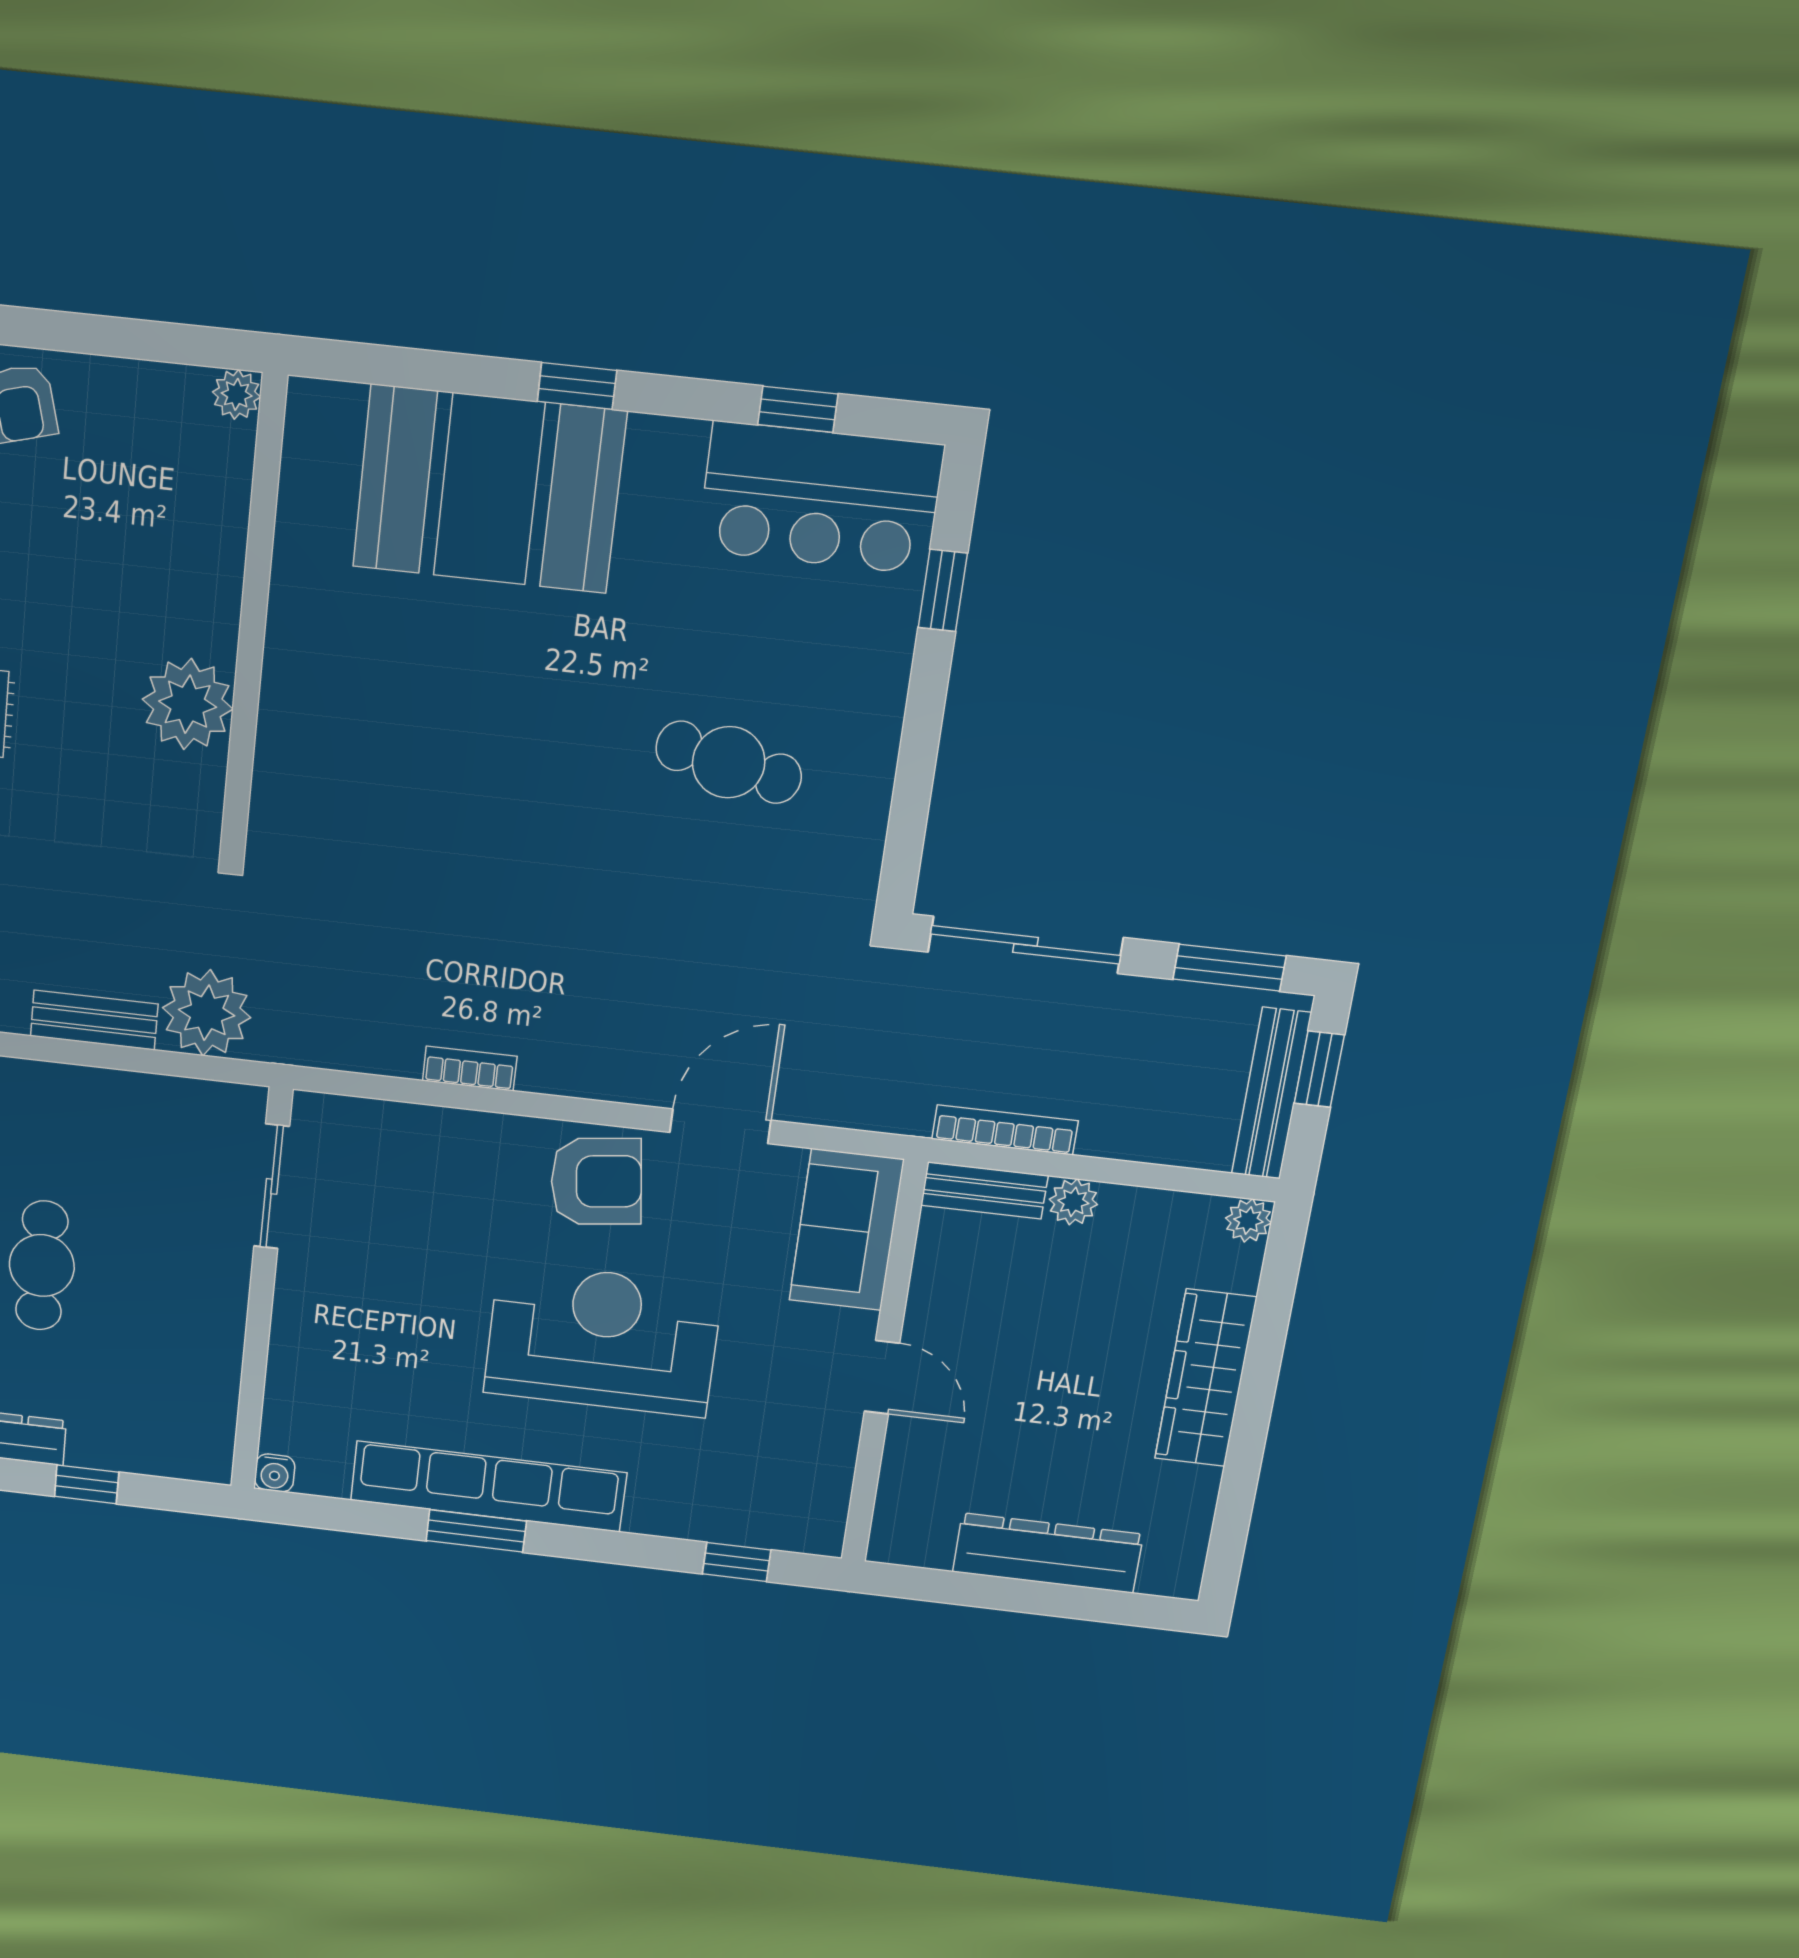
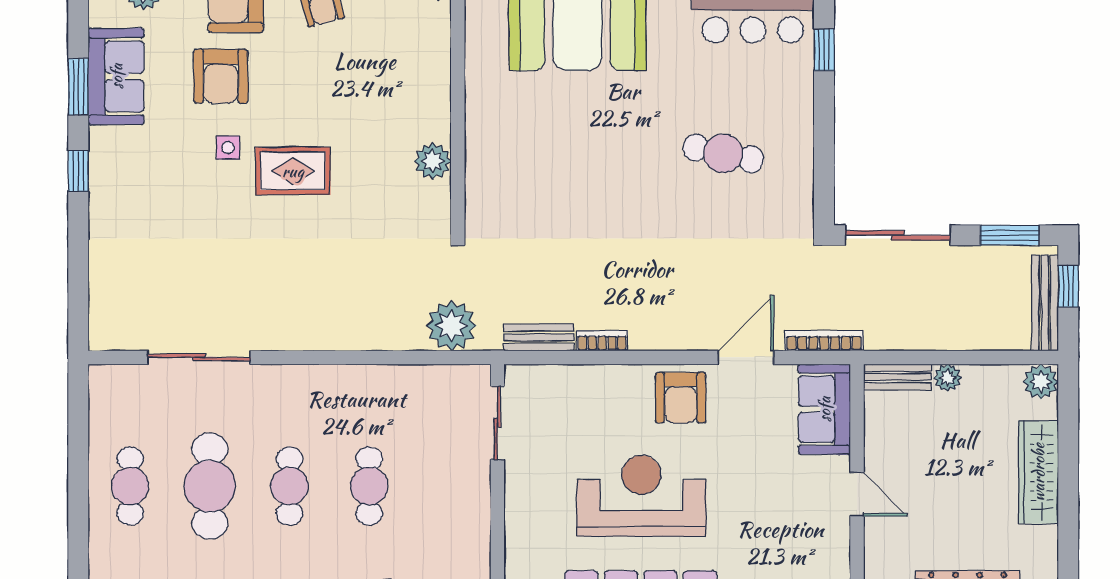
plant: (188, 704) -> (433, 161), width x0.73, depth x0.73
bench: (94, 1020) -> (539, 337), moved
bookcase: (1005, 1130) -> (824, 341), moved
armchair: (596, 1181) -> (681, 398), turned 97
plant: (1248, 1220) -> (1041, 382), width x1.38, depth x1.38
reception desk: (603, 1339) -> (641, 496), moved

